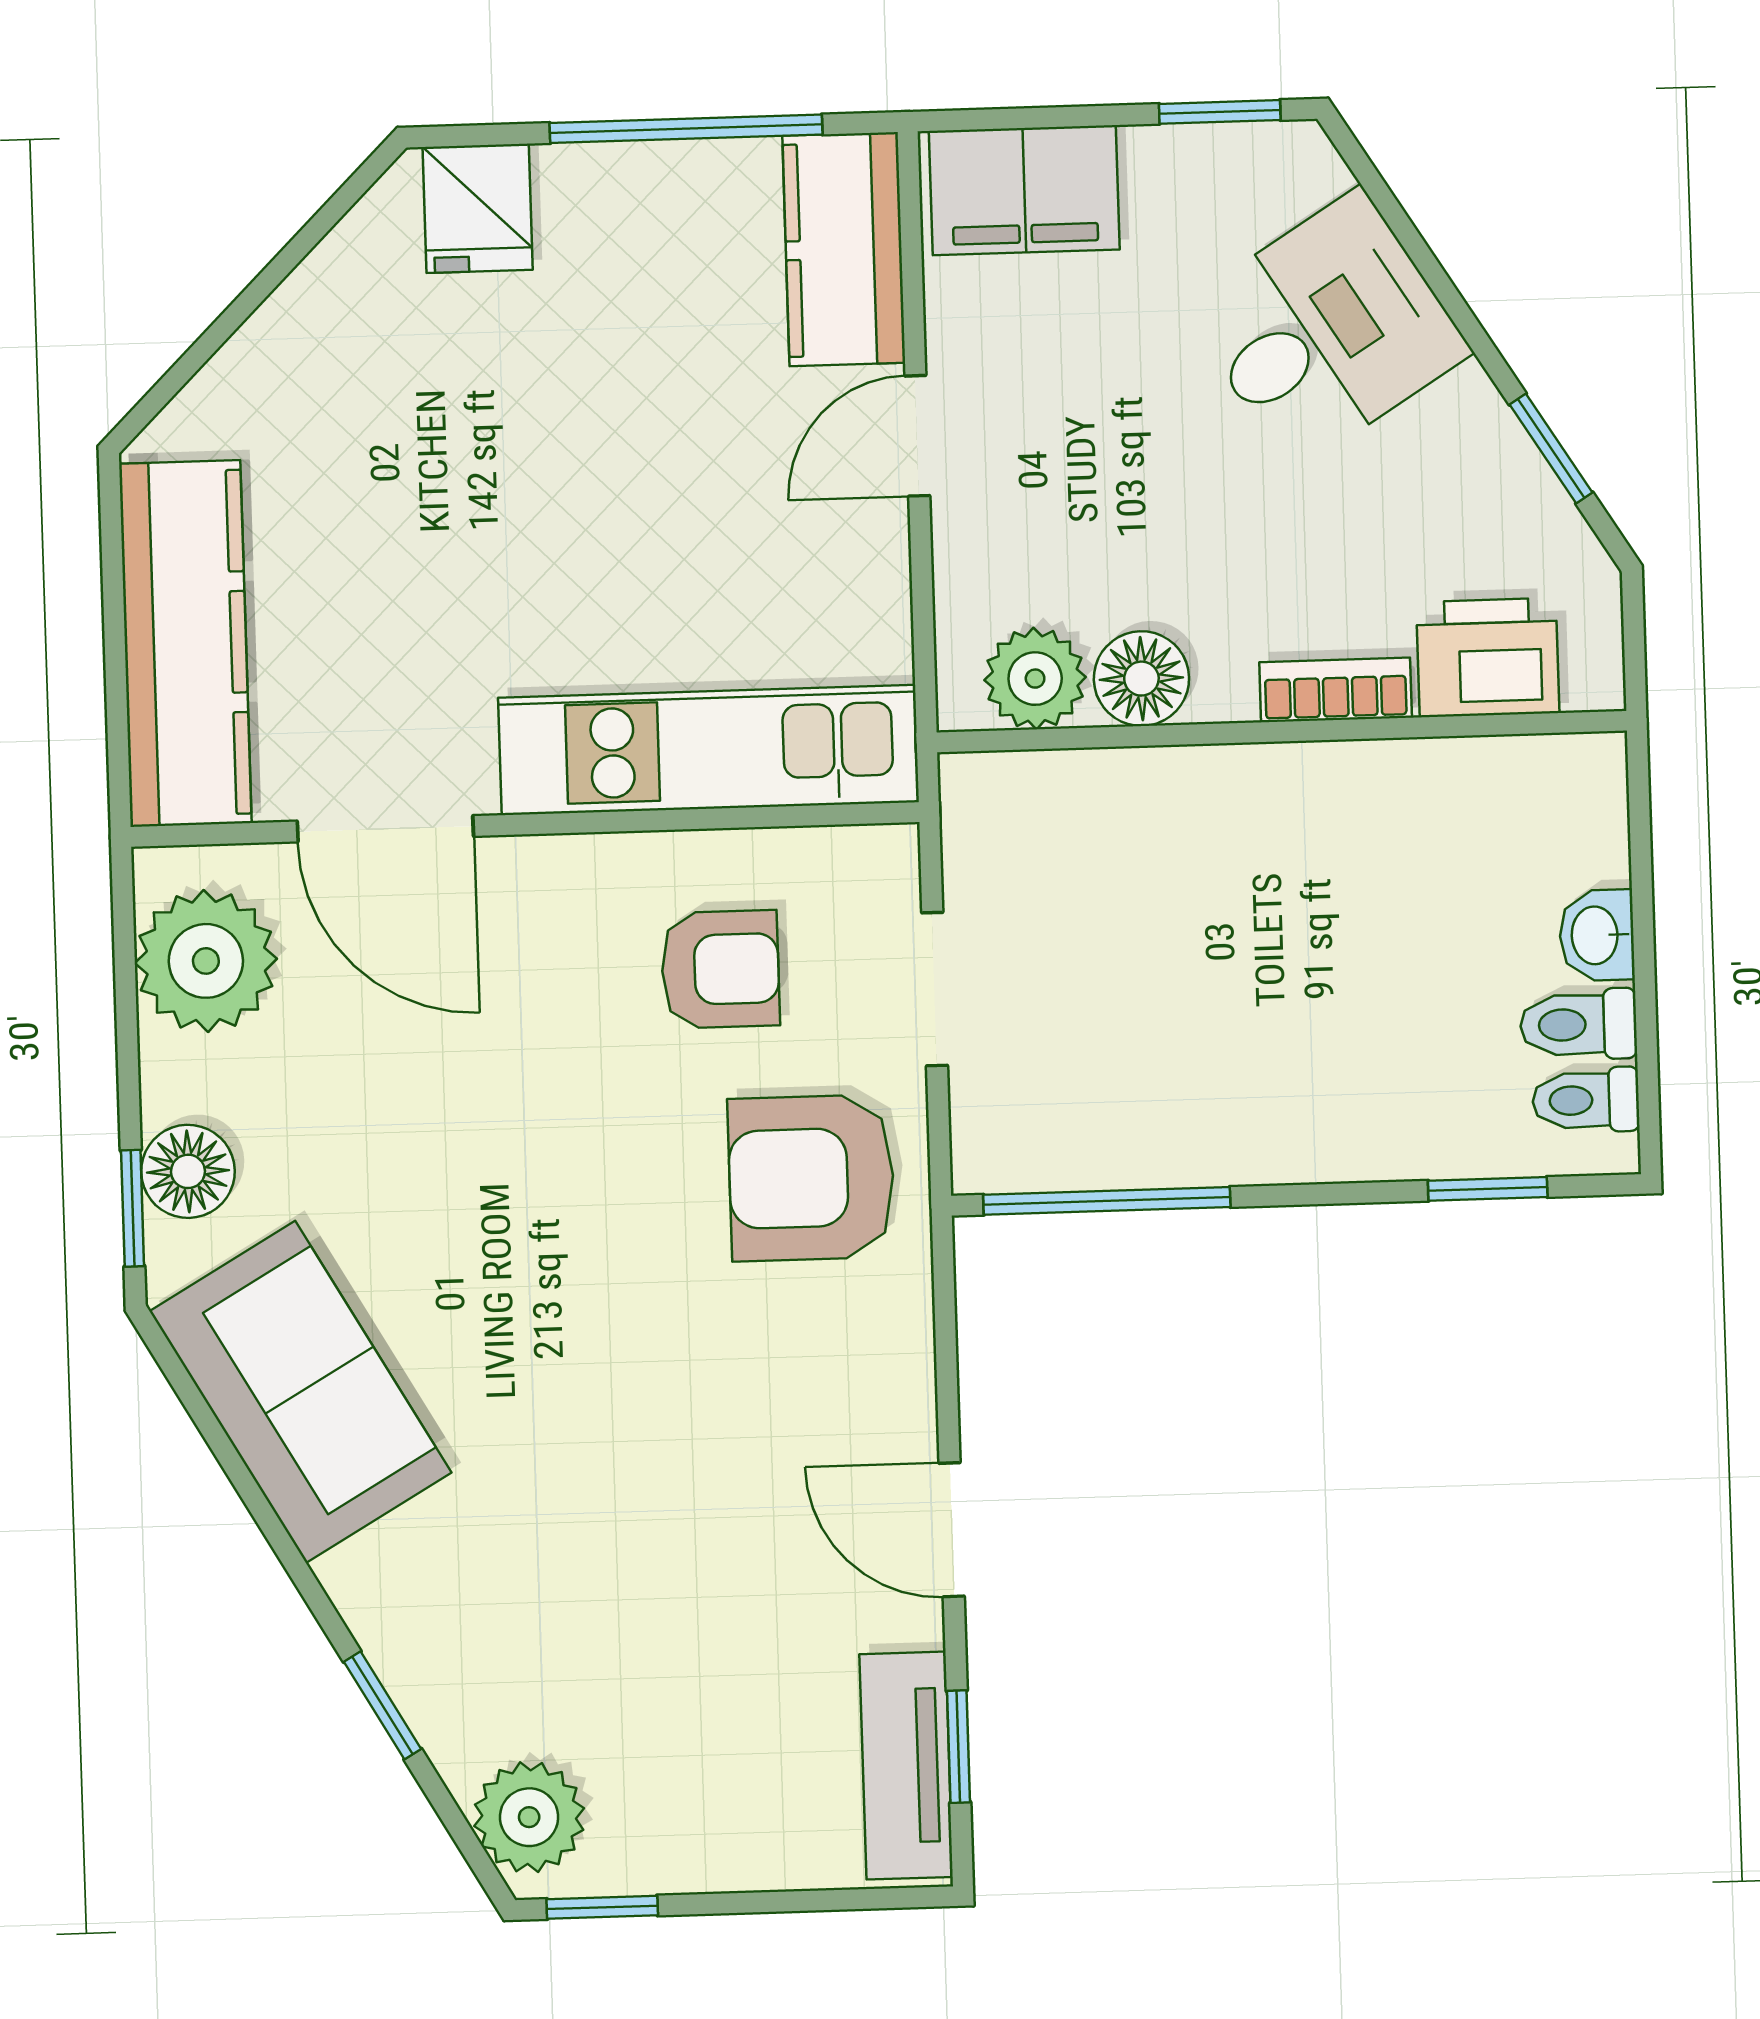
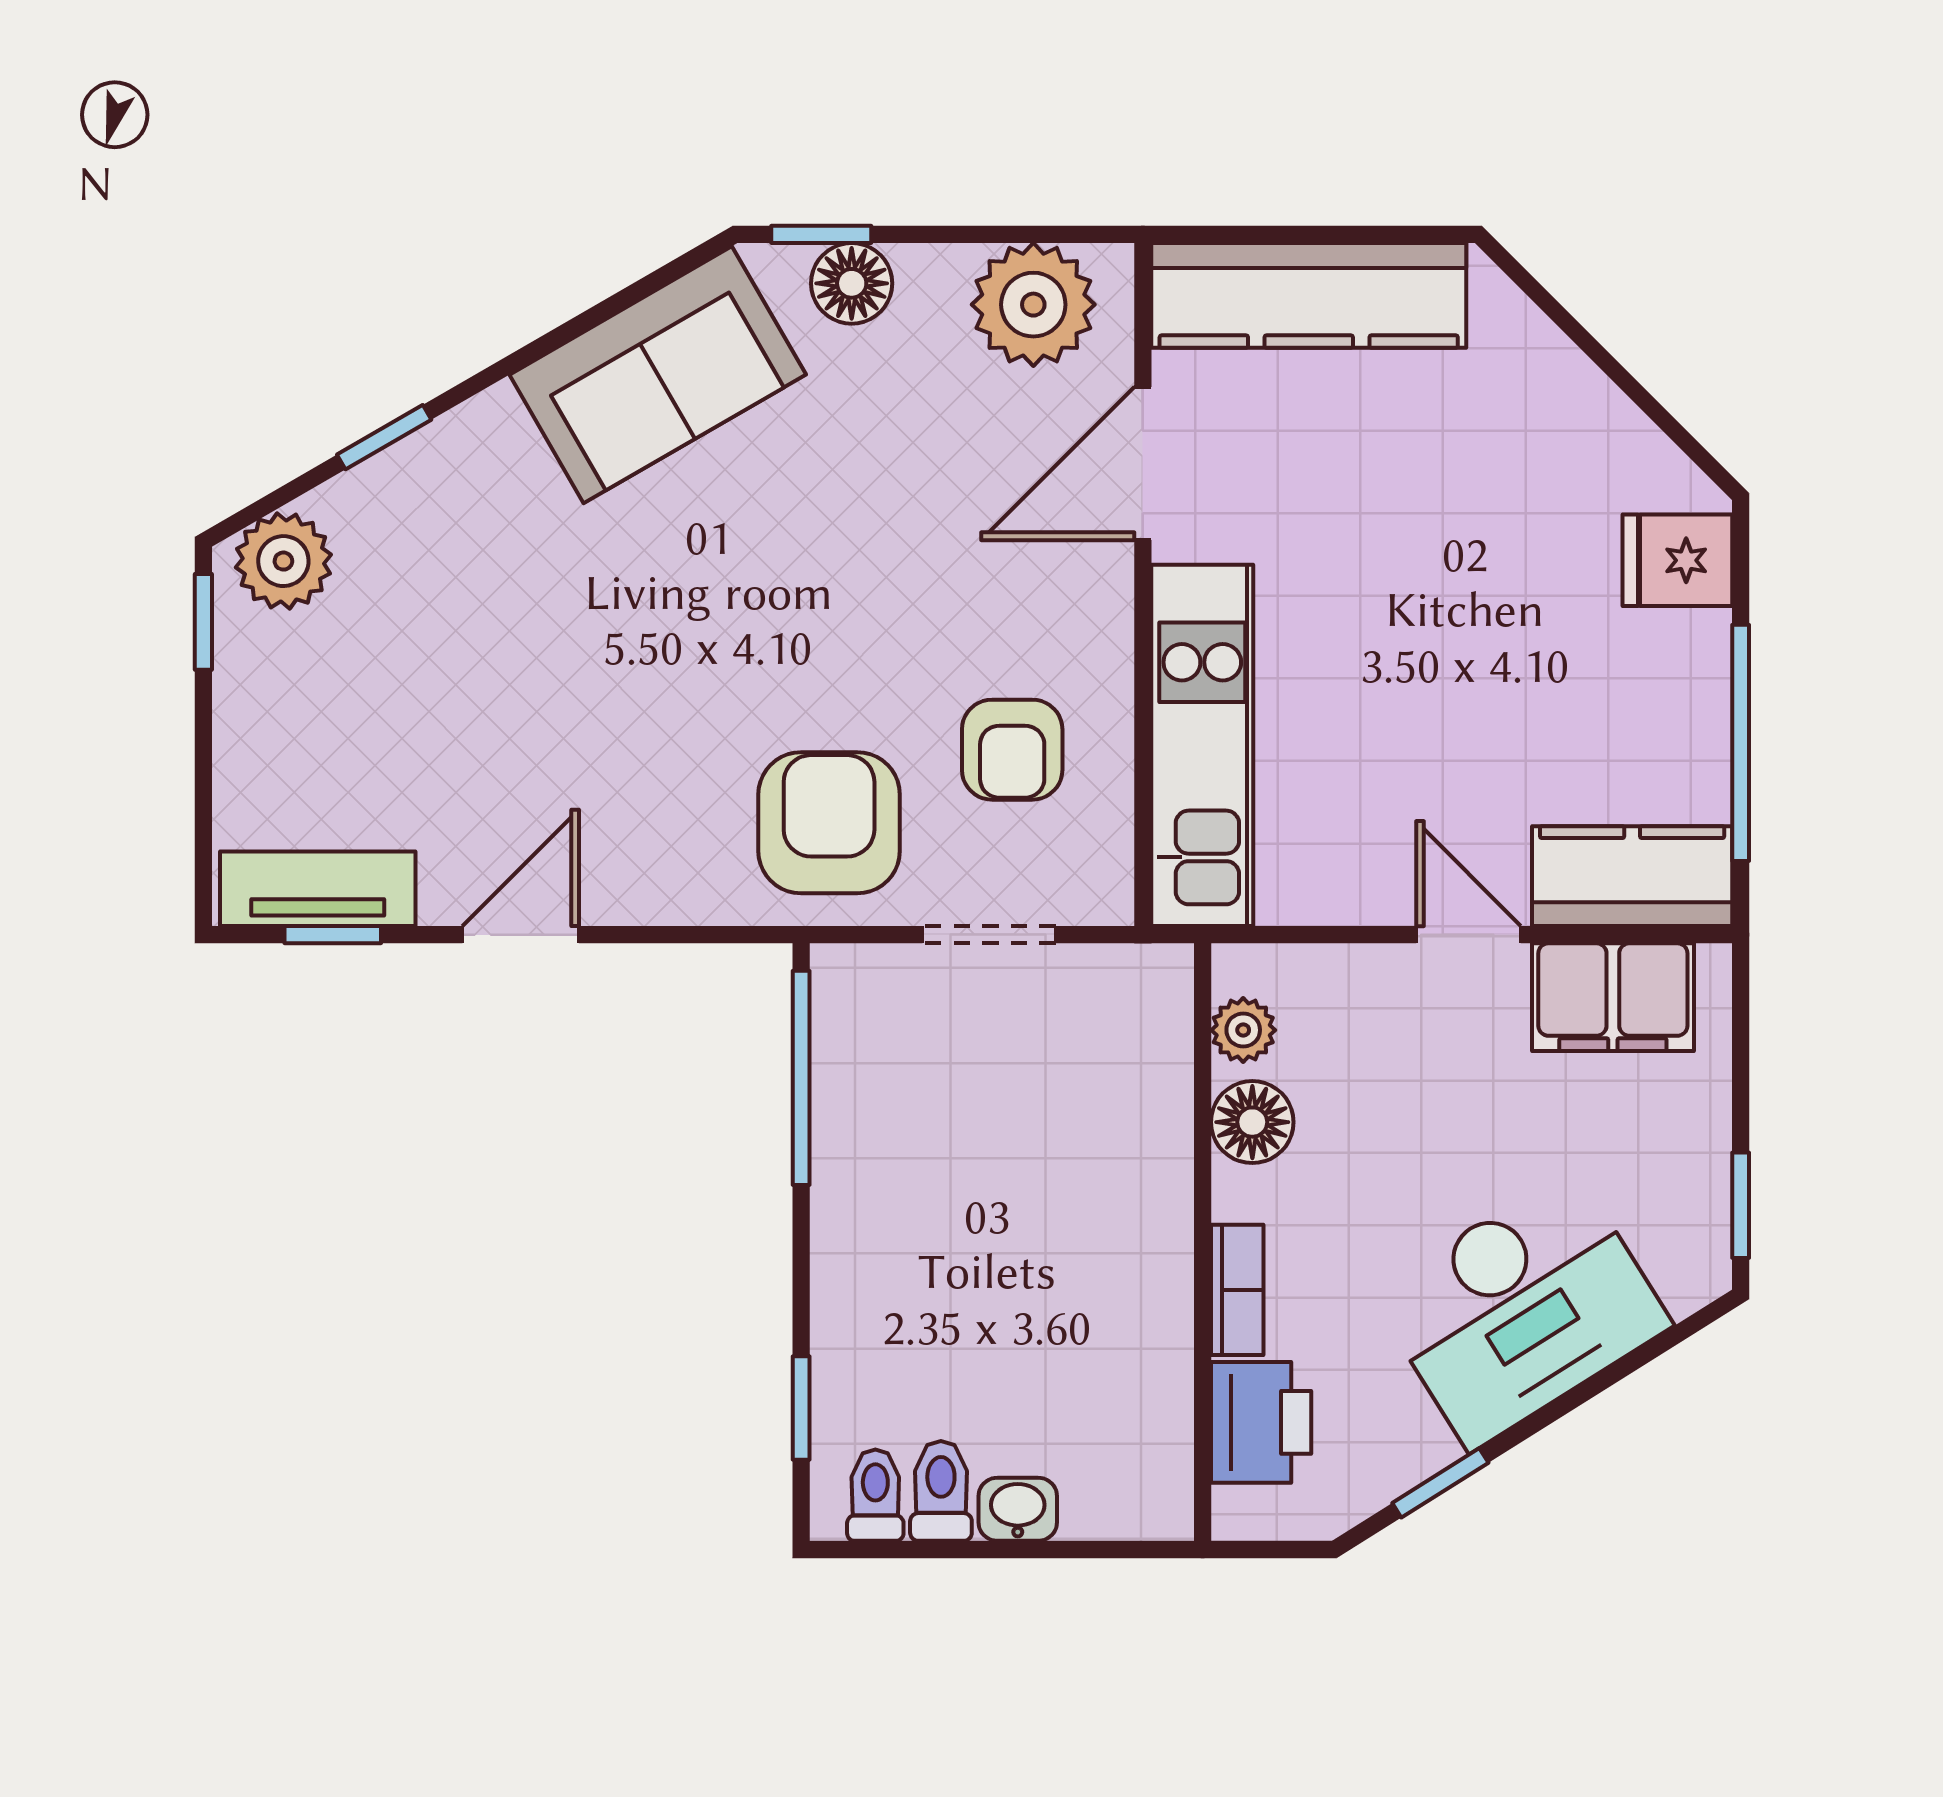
filing cabinet: (1024, 190) -> (1613, 997), moved, turned -90
desk: (1326, 330) -> (1521, 1309), width x1.37
plant: (1035, 679) -> (1243, 1030), width x0.73, depth x0.73

